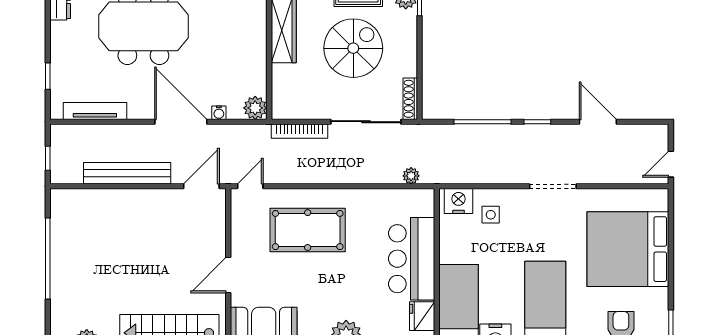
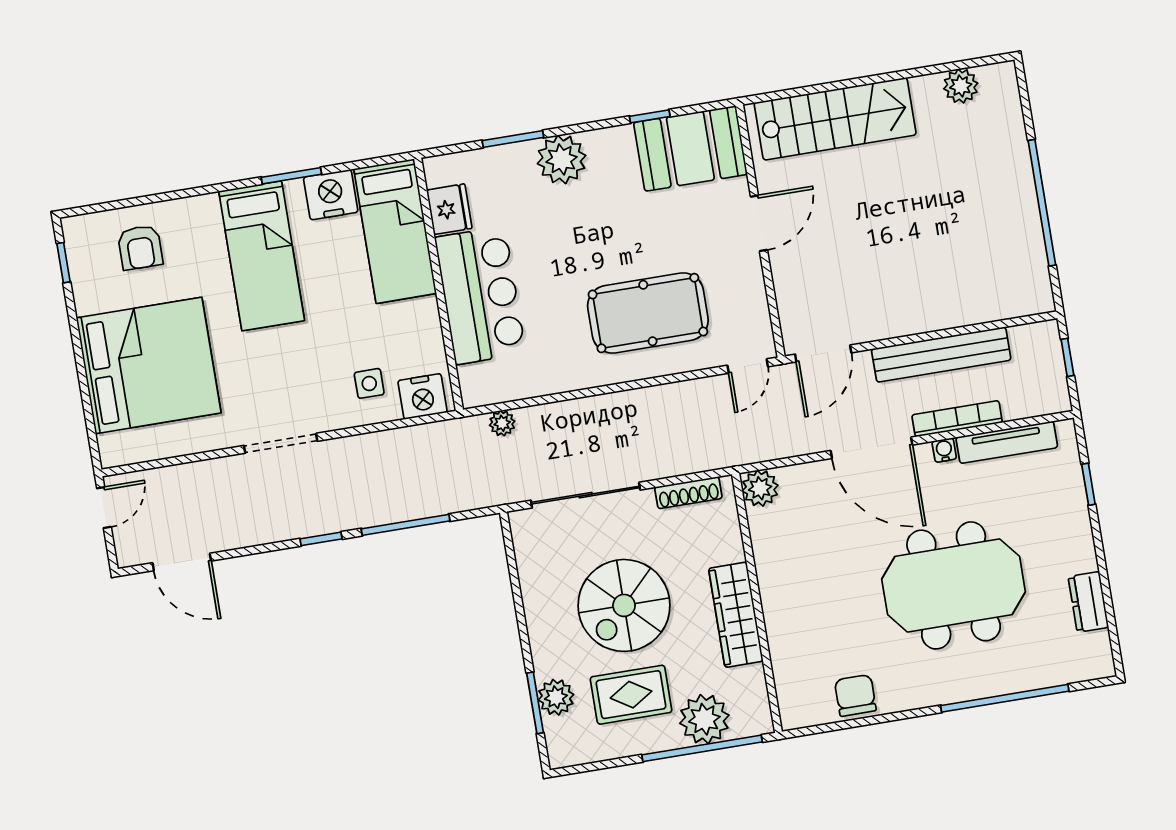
shoe rack: (410, 99) -> (688, 493), moved, turned 90
water cooler: (219, 113) -> (944, 450), moved
door: (598, 122) -> (182, 562), moved
bookcase: (299, 131) -> (957, 419), moved

